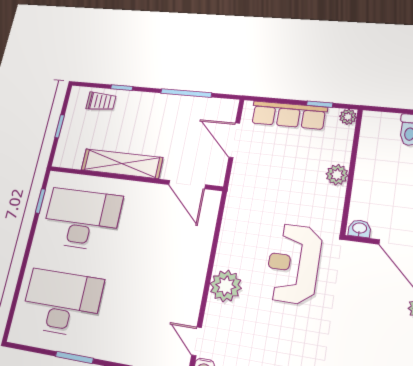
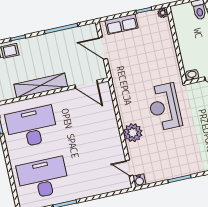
row of seats: (289, 115) -> (122, 24), width x0.68
plant: (337, 175) -> (169, 49), removed

